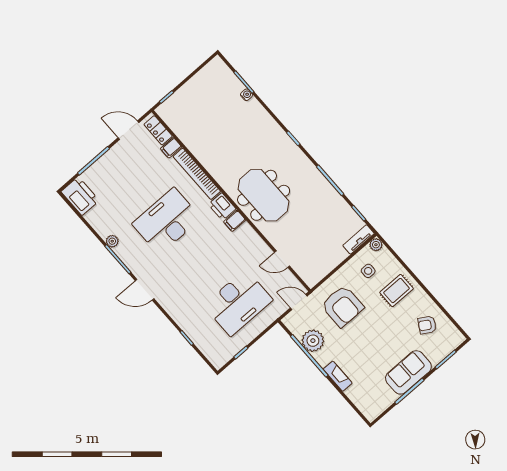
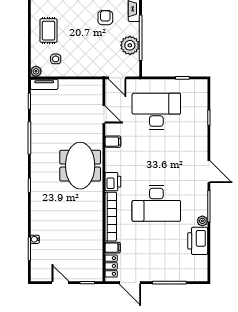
door: (190, 76) -> (60, 283), added
printer: (80, 196) -> (198, 241), moved
filing cabinet: (235, 221) -> (113, 142), moved
rug: (397, 291) -> (49, 31), turned 90
armchair: (342, 306) -> (105, 18), moved, width x0.53, depth x0.53

